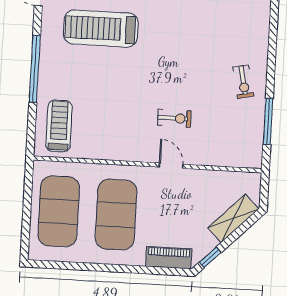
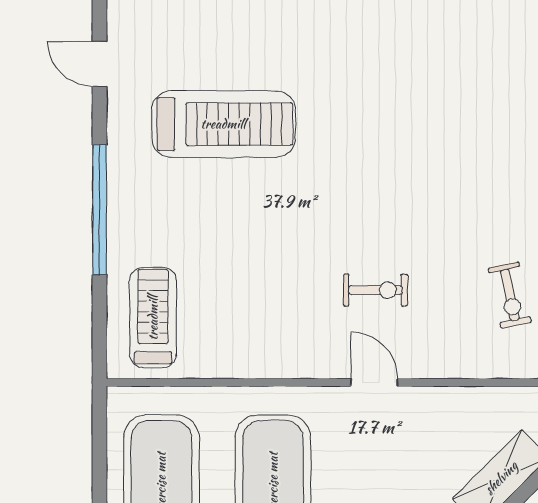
treadmill: (101, 29) -> (223, 124), turned 180
exercise bike: (243, 82) -> (510, 295), moved

